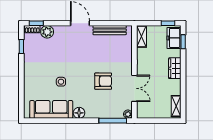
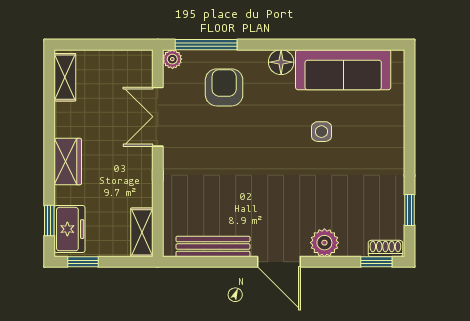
plant: (47, 32) -> (324, 243), moved
armchair: (103, 81) -> (224, 87), moved, turned 90

